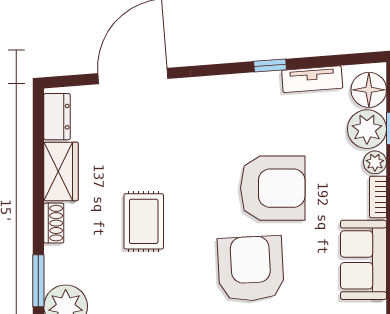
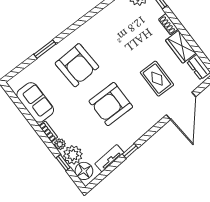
armchair: (273, 188) -> (111, 104), moved
rug: (144, 221) -> (157, 79), moved

